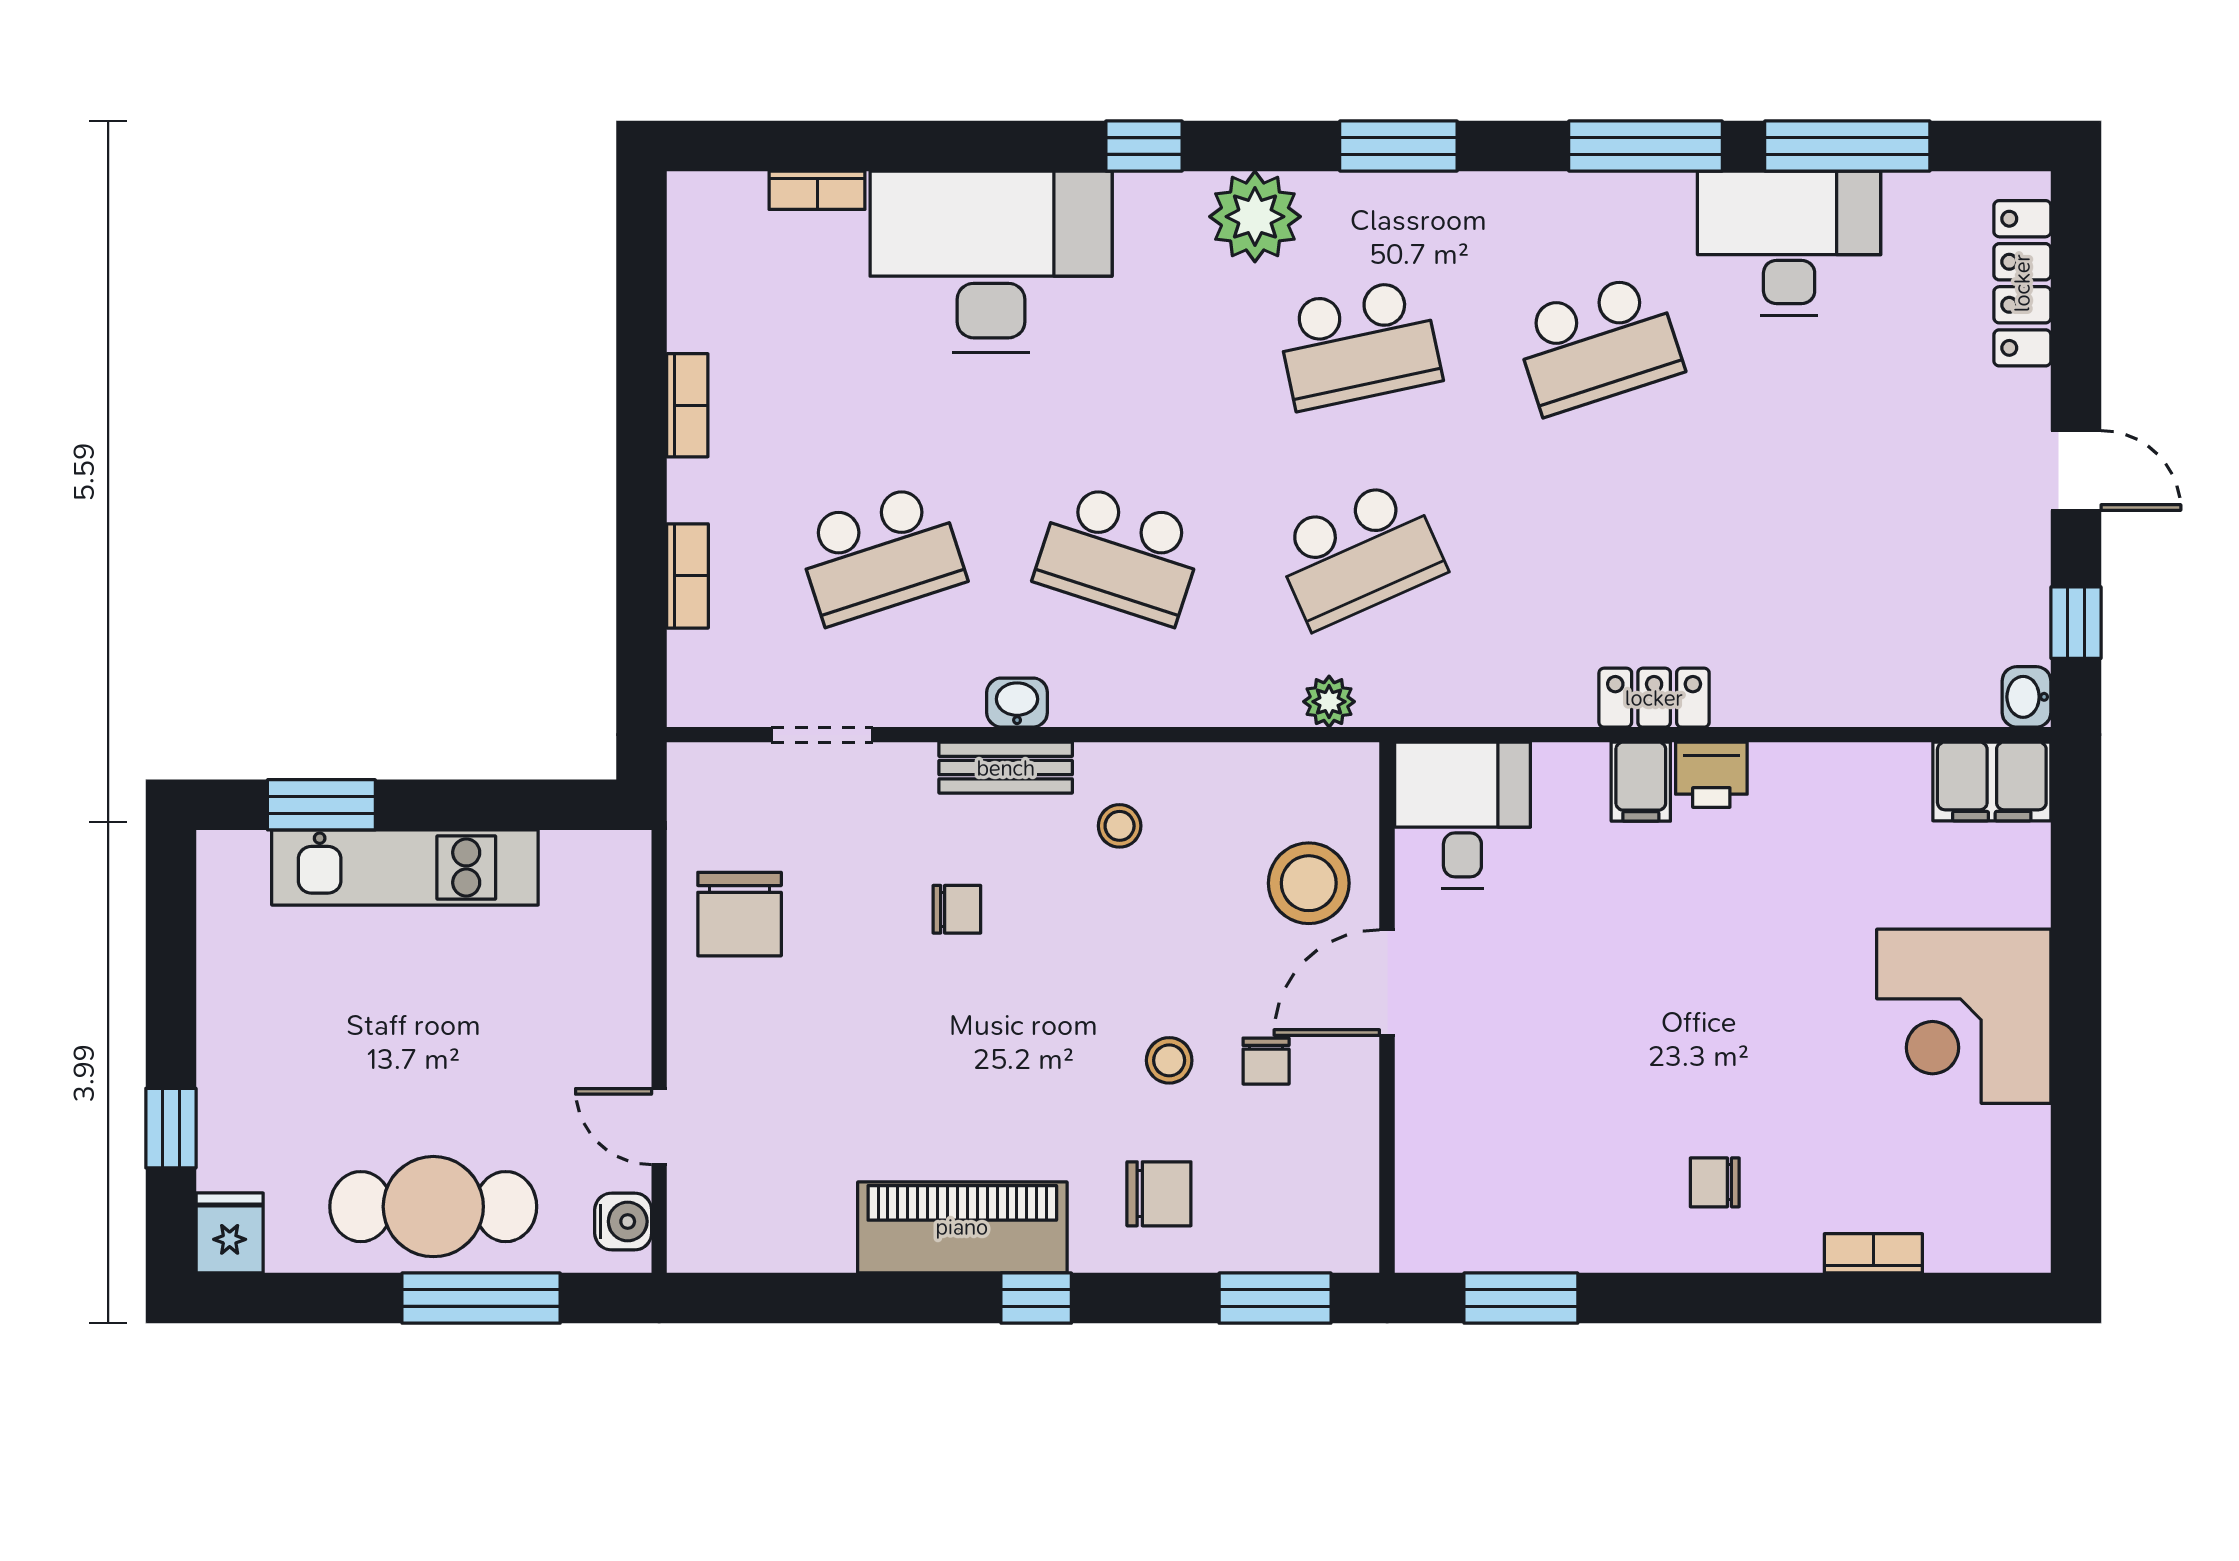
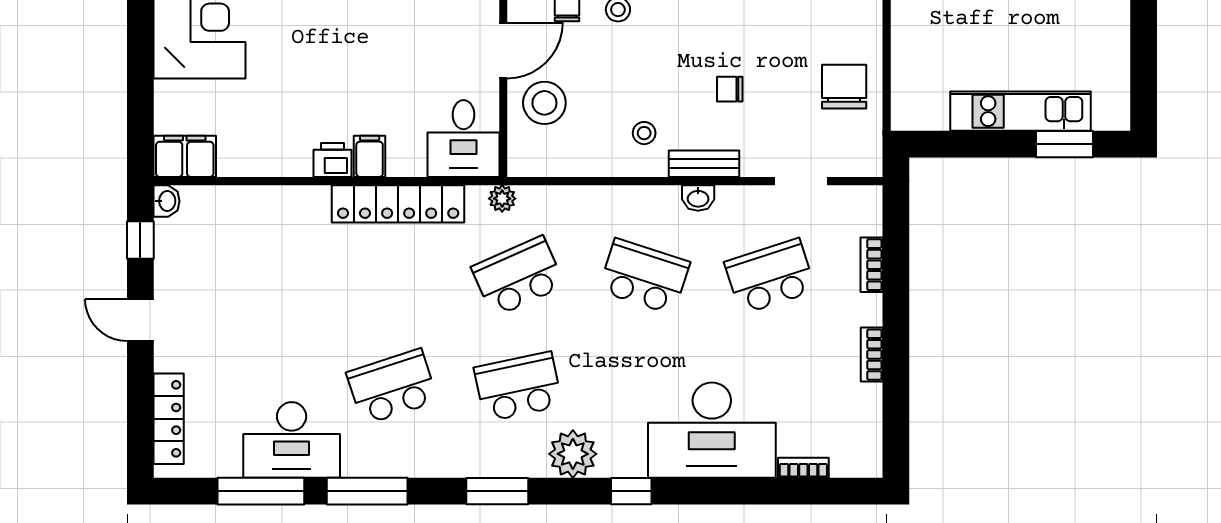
locker: (1654, 698) -> (398, 204), width x2.16, depth x1.21
plant: (1329, 702) -> (502, 199), moved

